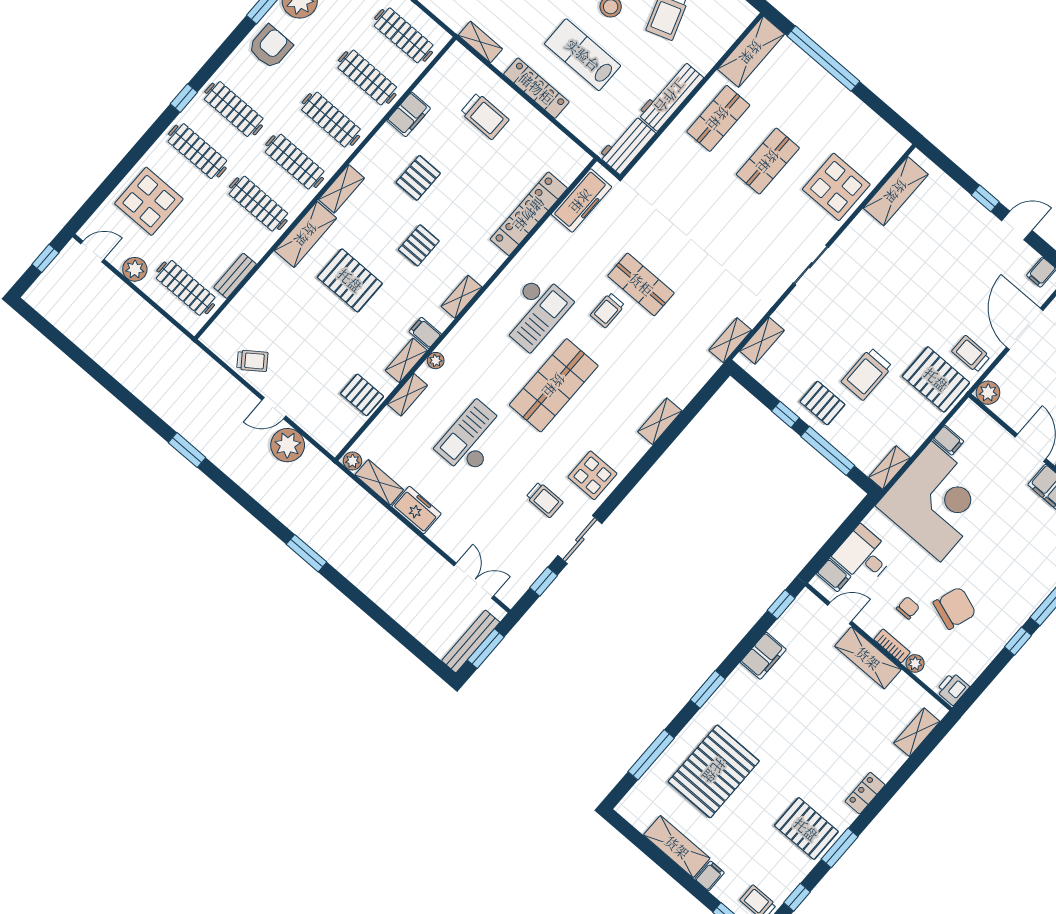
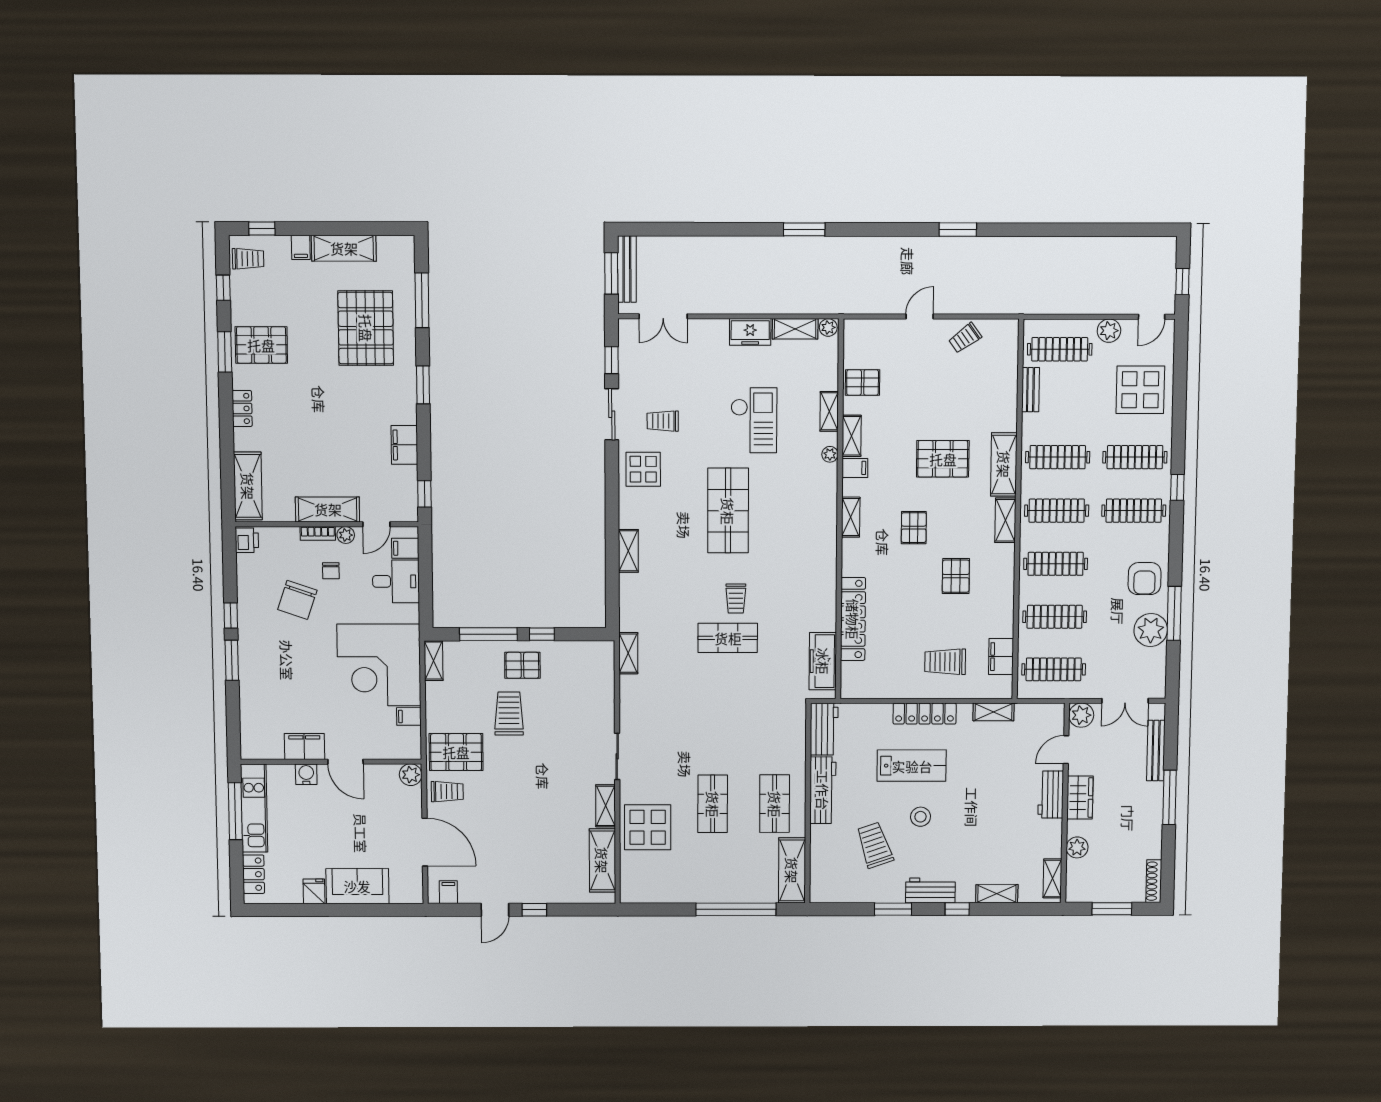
filing cabinet: (409, 114) -> (1001, 657), moved
trolley: (607, 310) -> (736, 599), turned 180
checkout: (534, 312) -> (788, 552), removed
shelving: (762, 341) -> (606, 806), moved
plant: (288, 445) -> (886, 298), removed
plant: (915, 663) -> (346, 535), moved
shelving: (917, 732) -> (248, 486), width x1.50, depth x1.33

